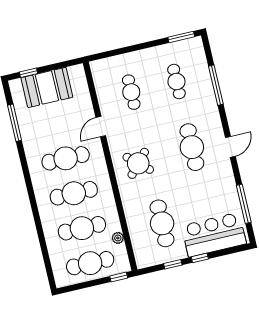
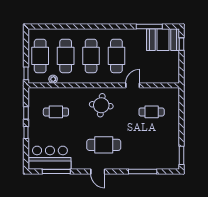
cafe table: (176, 82) -> (152, 145), removed
booth: (47, 87) -> (163, 40), moved, turned 90
door: (101, 127) -> (133, 85), hinge flipped
round table: (138, 163) -> (101, 105), turned -36
cafe table: (162, 223) -> (56, 112), width x0.73, depth x0.74
bar counter: (214, 235) -> (50, 158), moved, turned -90

